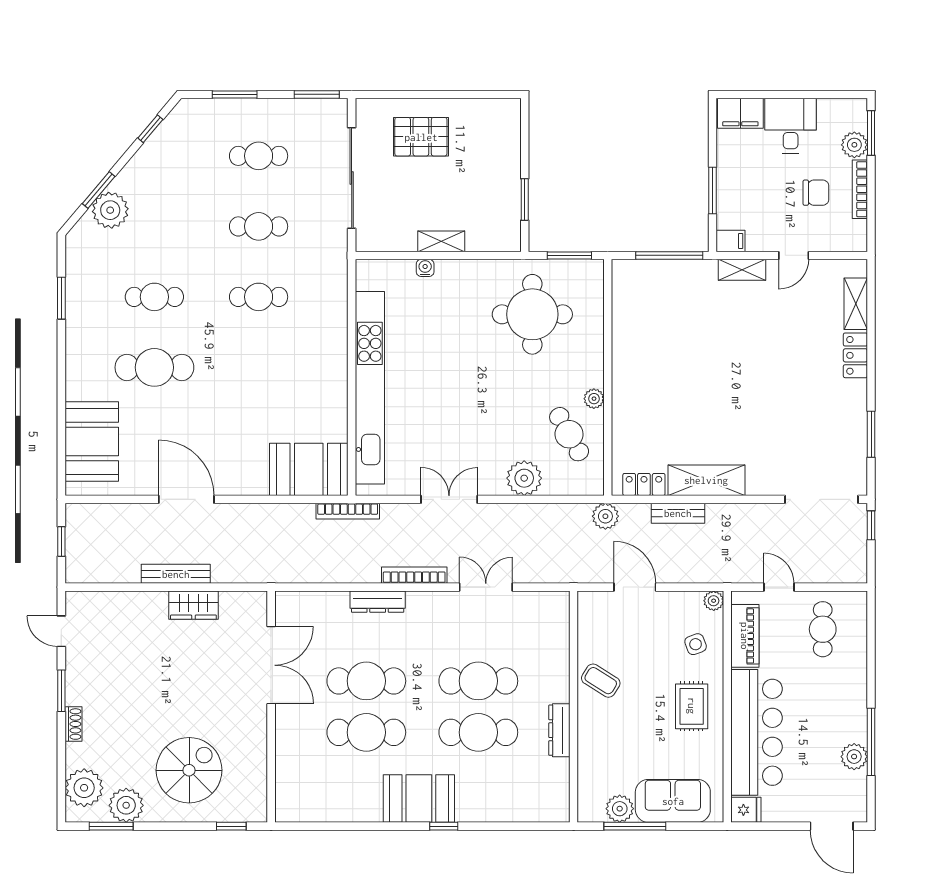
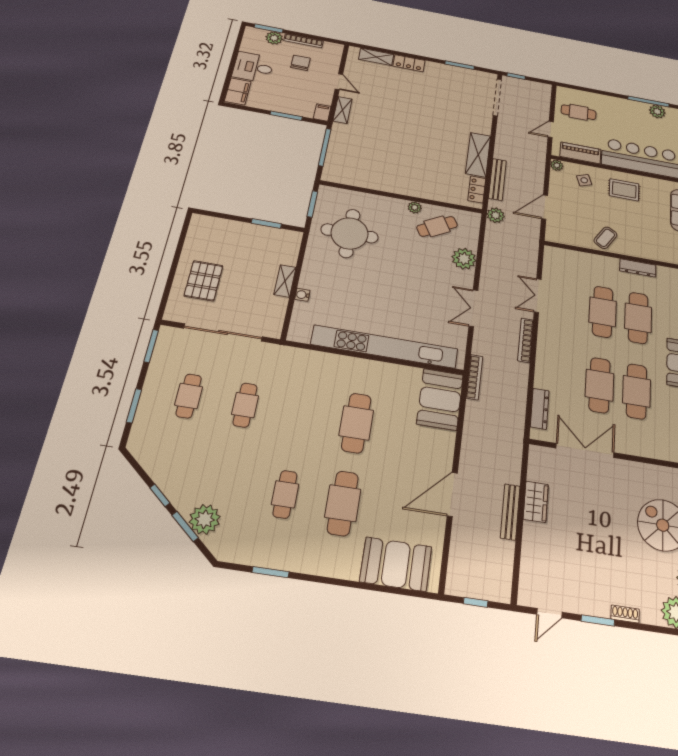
window: (150, 129) -> (160, 495), moved
cafe table: (259, 297) -> (356, 423), moved, width x1.37, depth x1.35
bench: (678, 513) -> (497, 179), width x1.36
dresser: (378, 602) -> (540, 409), moved

